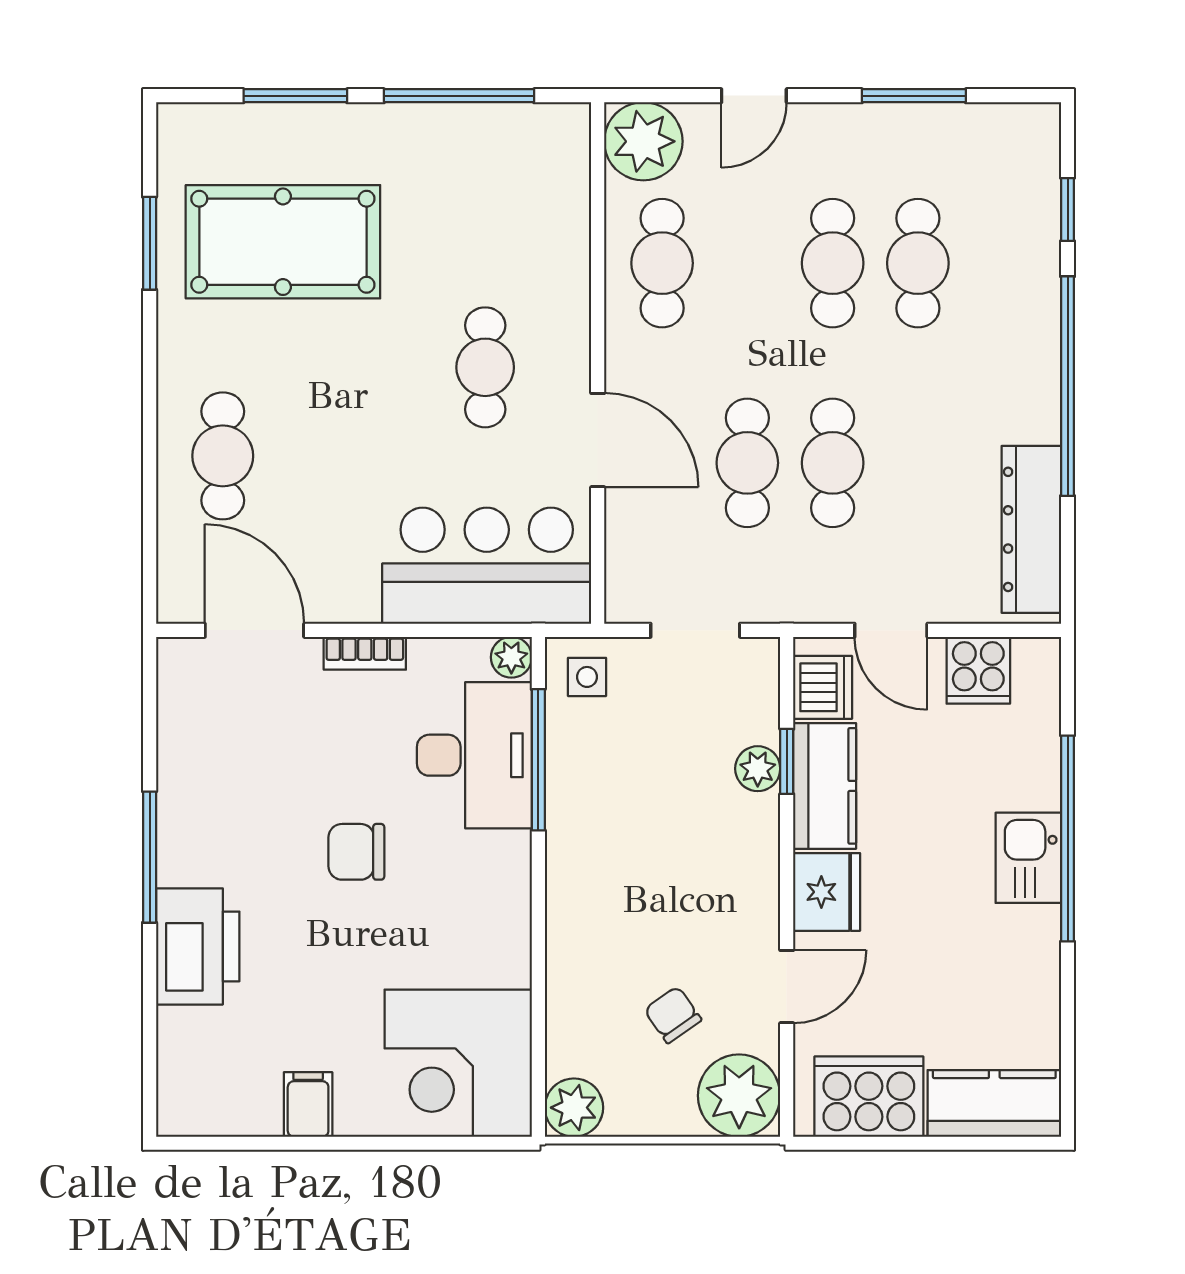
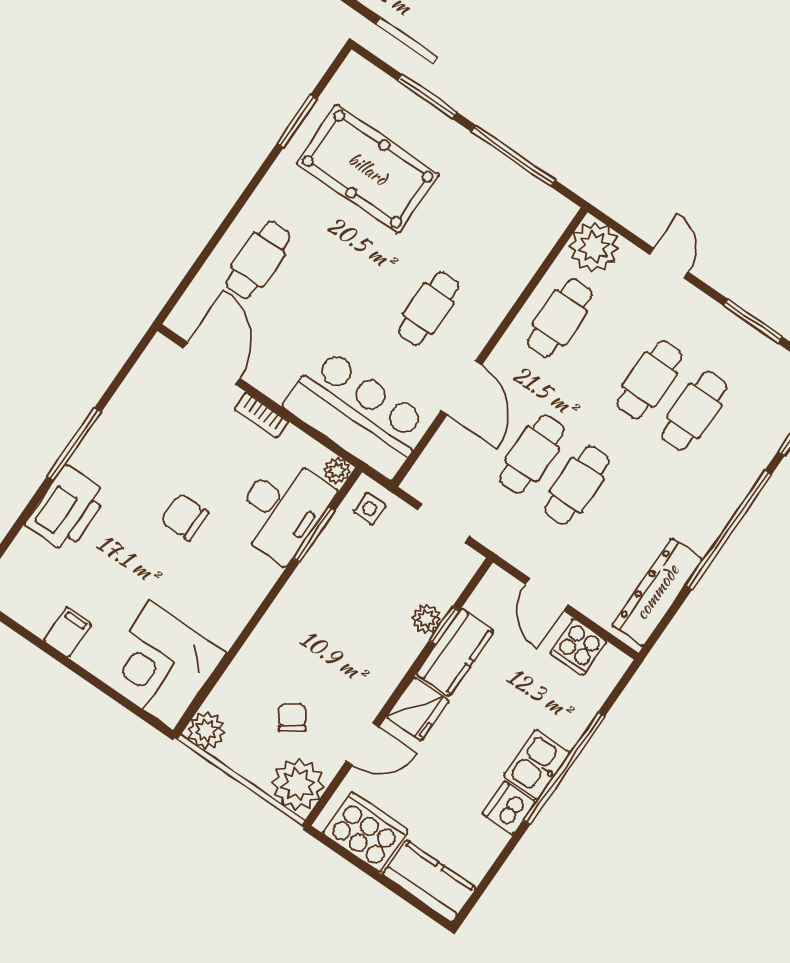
door: (754, 96) -> (669, 263), swing flipped
dishwasher: (823, 687) -> (509, 808), moved, turned 180
window: (538, 760) -> (314, 534), width x0.69

